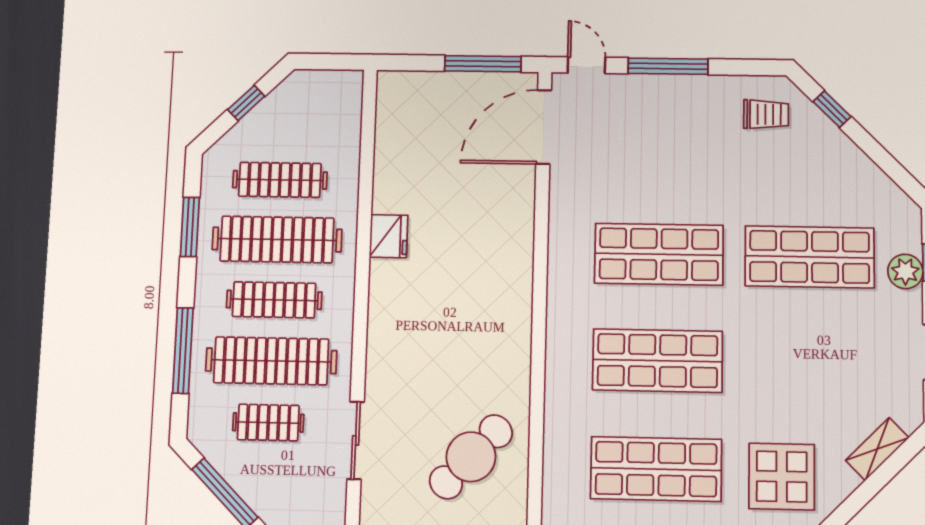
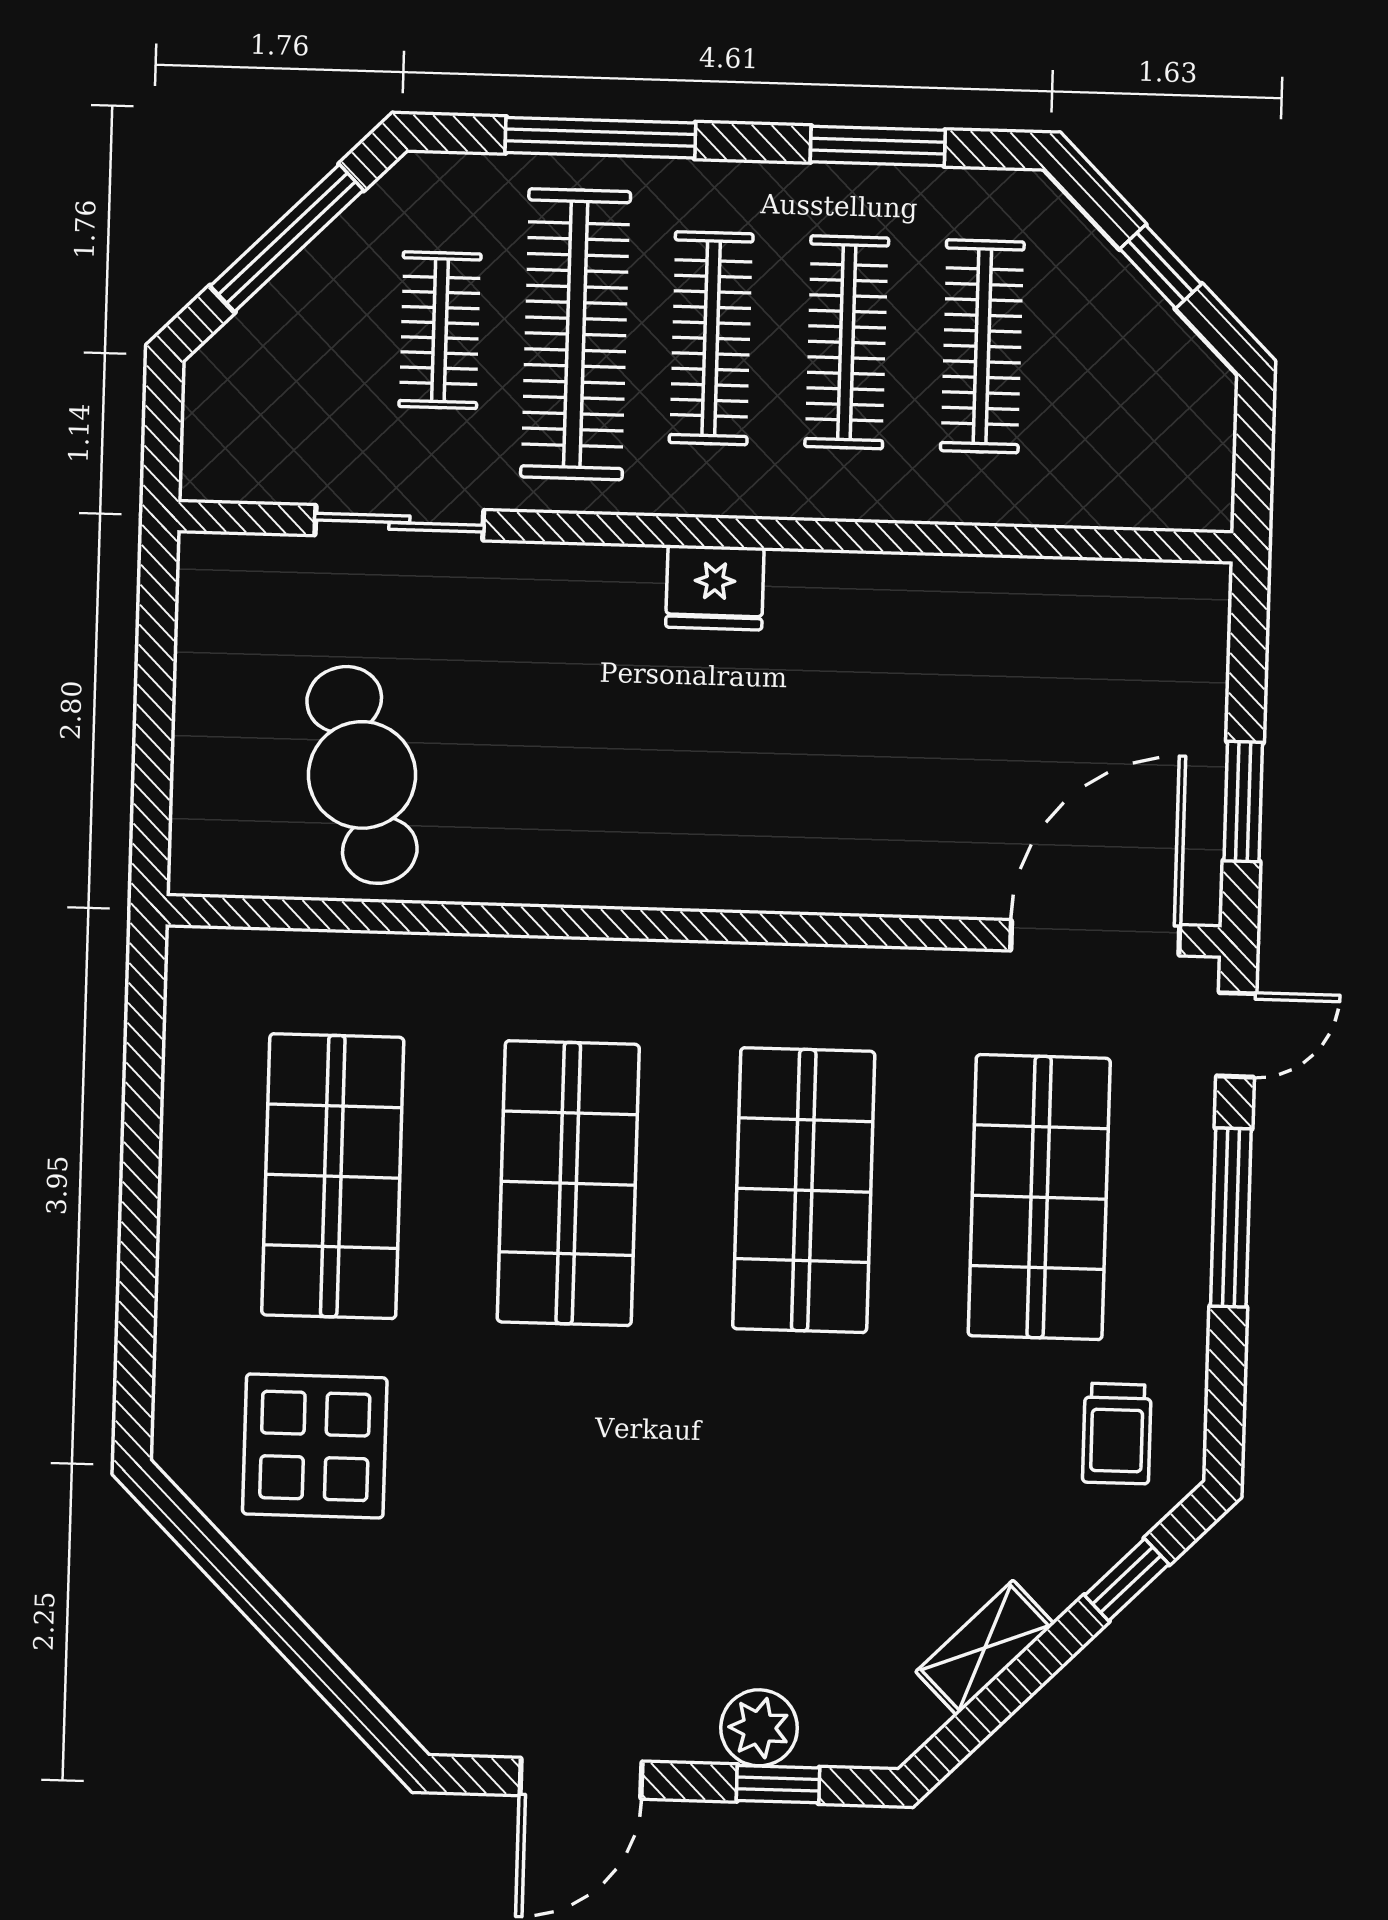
window: (483, 64) -> (1243, 802), width x0.69
door: (544, 127) -> (1095, 938), hinge flipped
fridge: (389, 236) -> (715, 587), moved
clothes rail: (277, 240) -> (847, 342), width x0.73, depth x0.76
shop shelf: (810, 257) -> (1039, 1197), moved
shelving: (877, 449) -> (985, 1648), moved, turned 90
cafe table: (471, 457) -> (362, 775), turned 32

